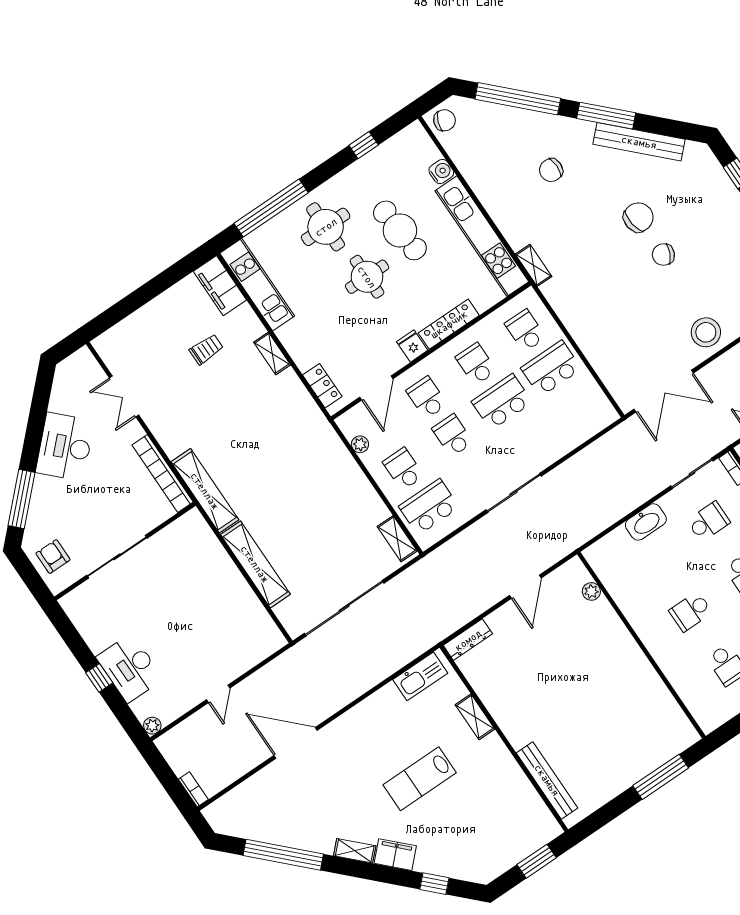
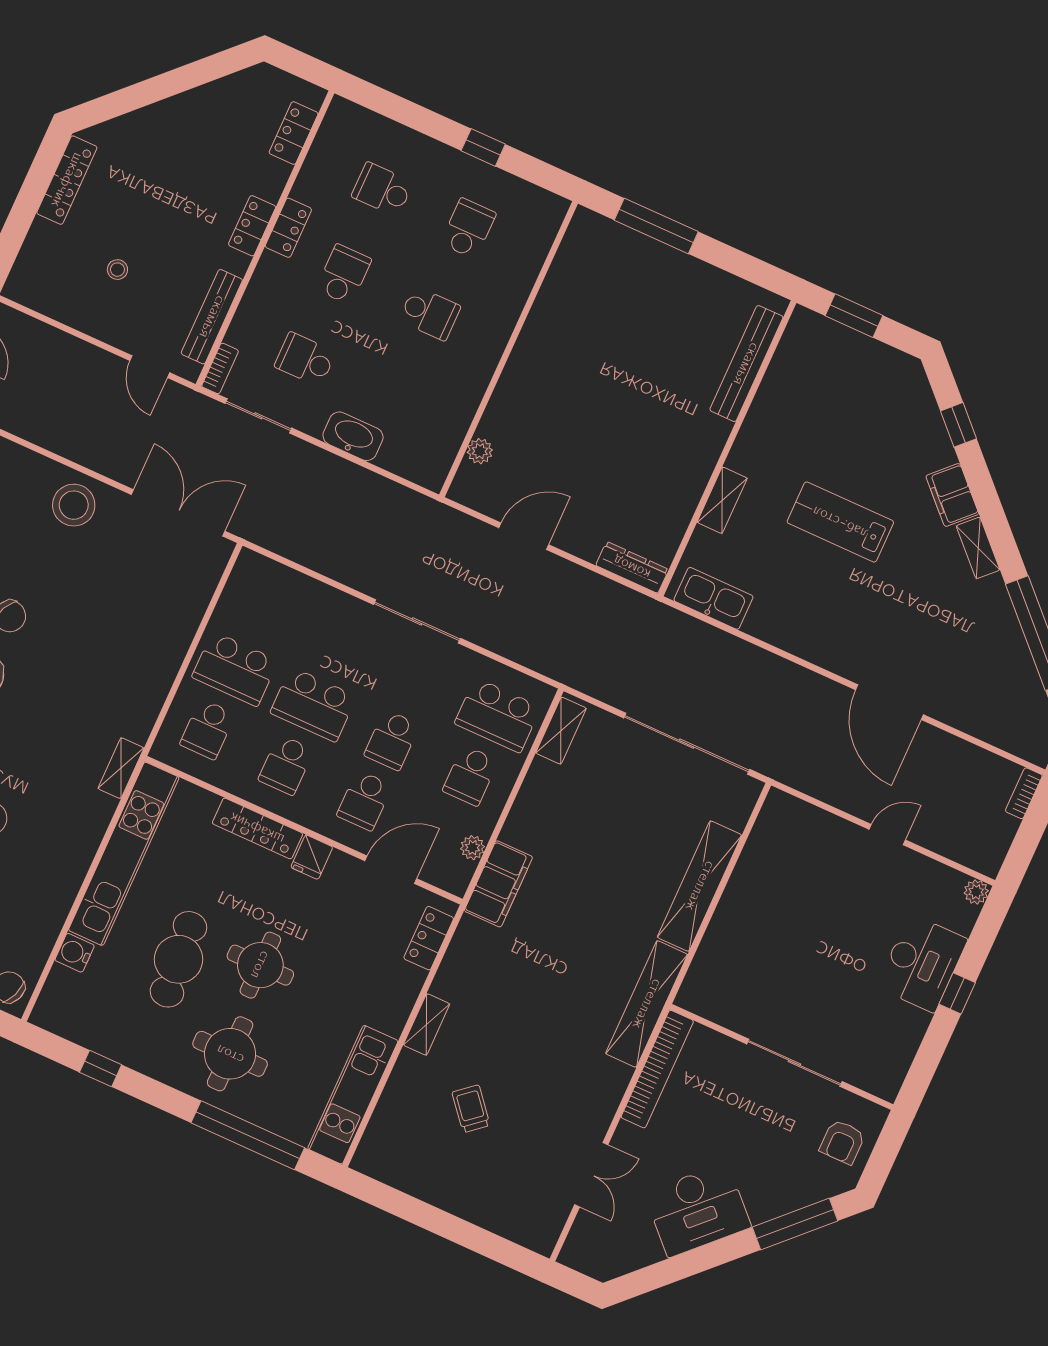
filing cabinet: (220, 286) -> (498, 884), moved
trolley: (206, 349) -> (471, 1109), turned 50
lab bench: (420, 779) -> (840, 522), turned 180

